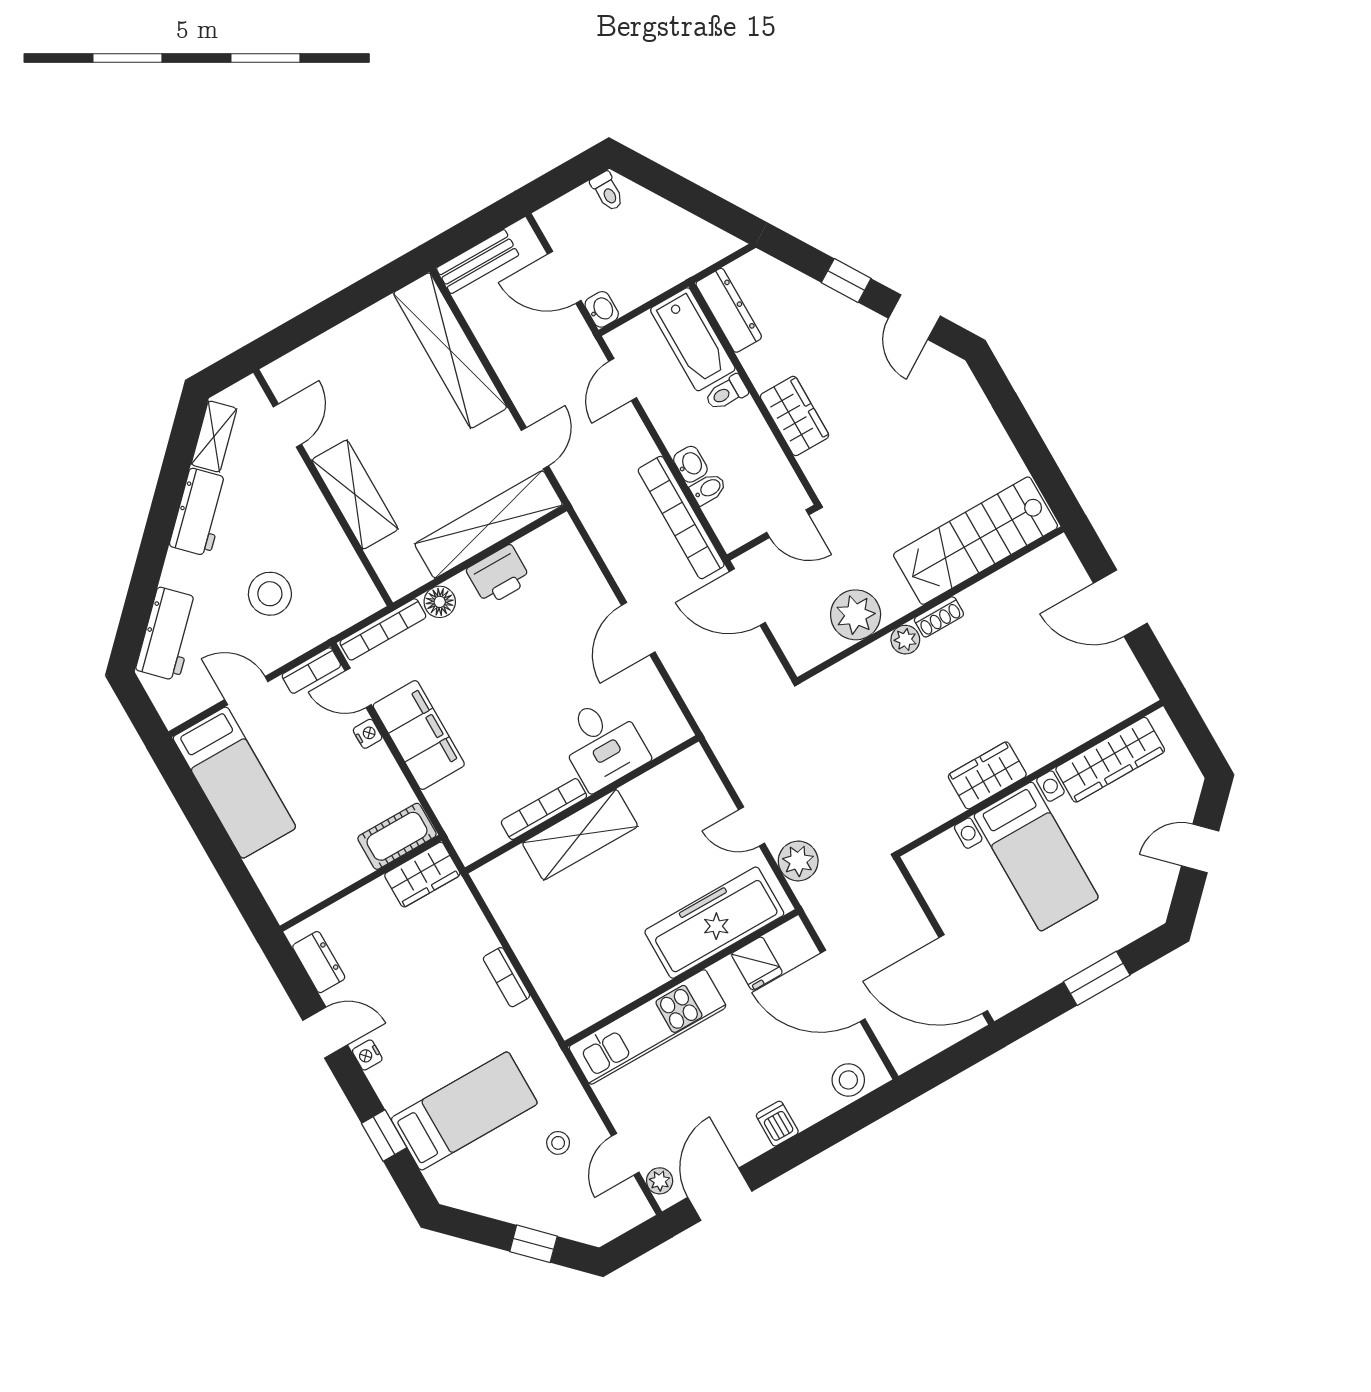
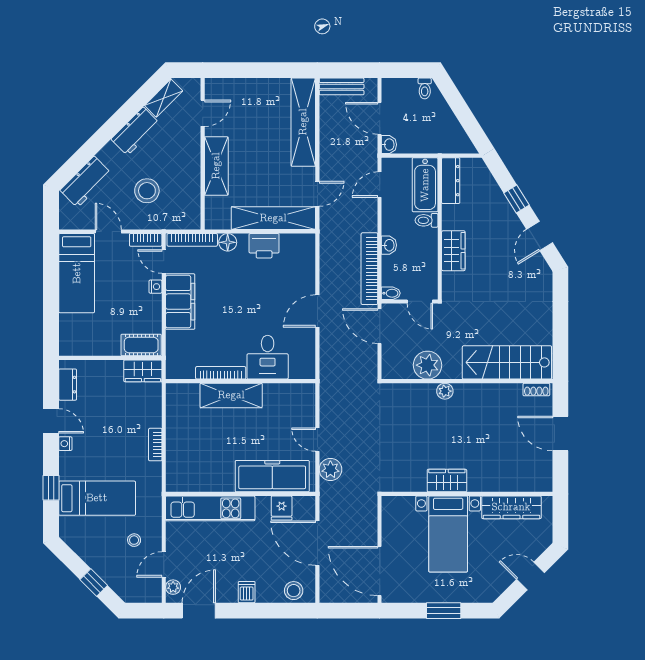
bidet: (708, 489) -> (391, 293), moved
shoe rack: (939, 617) -> (536, 390), moved

